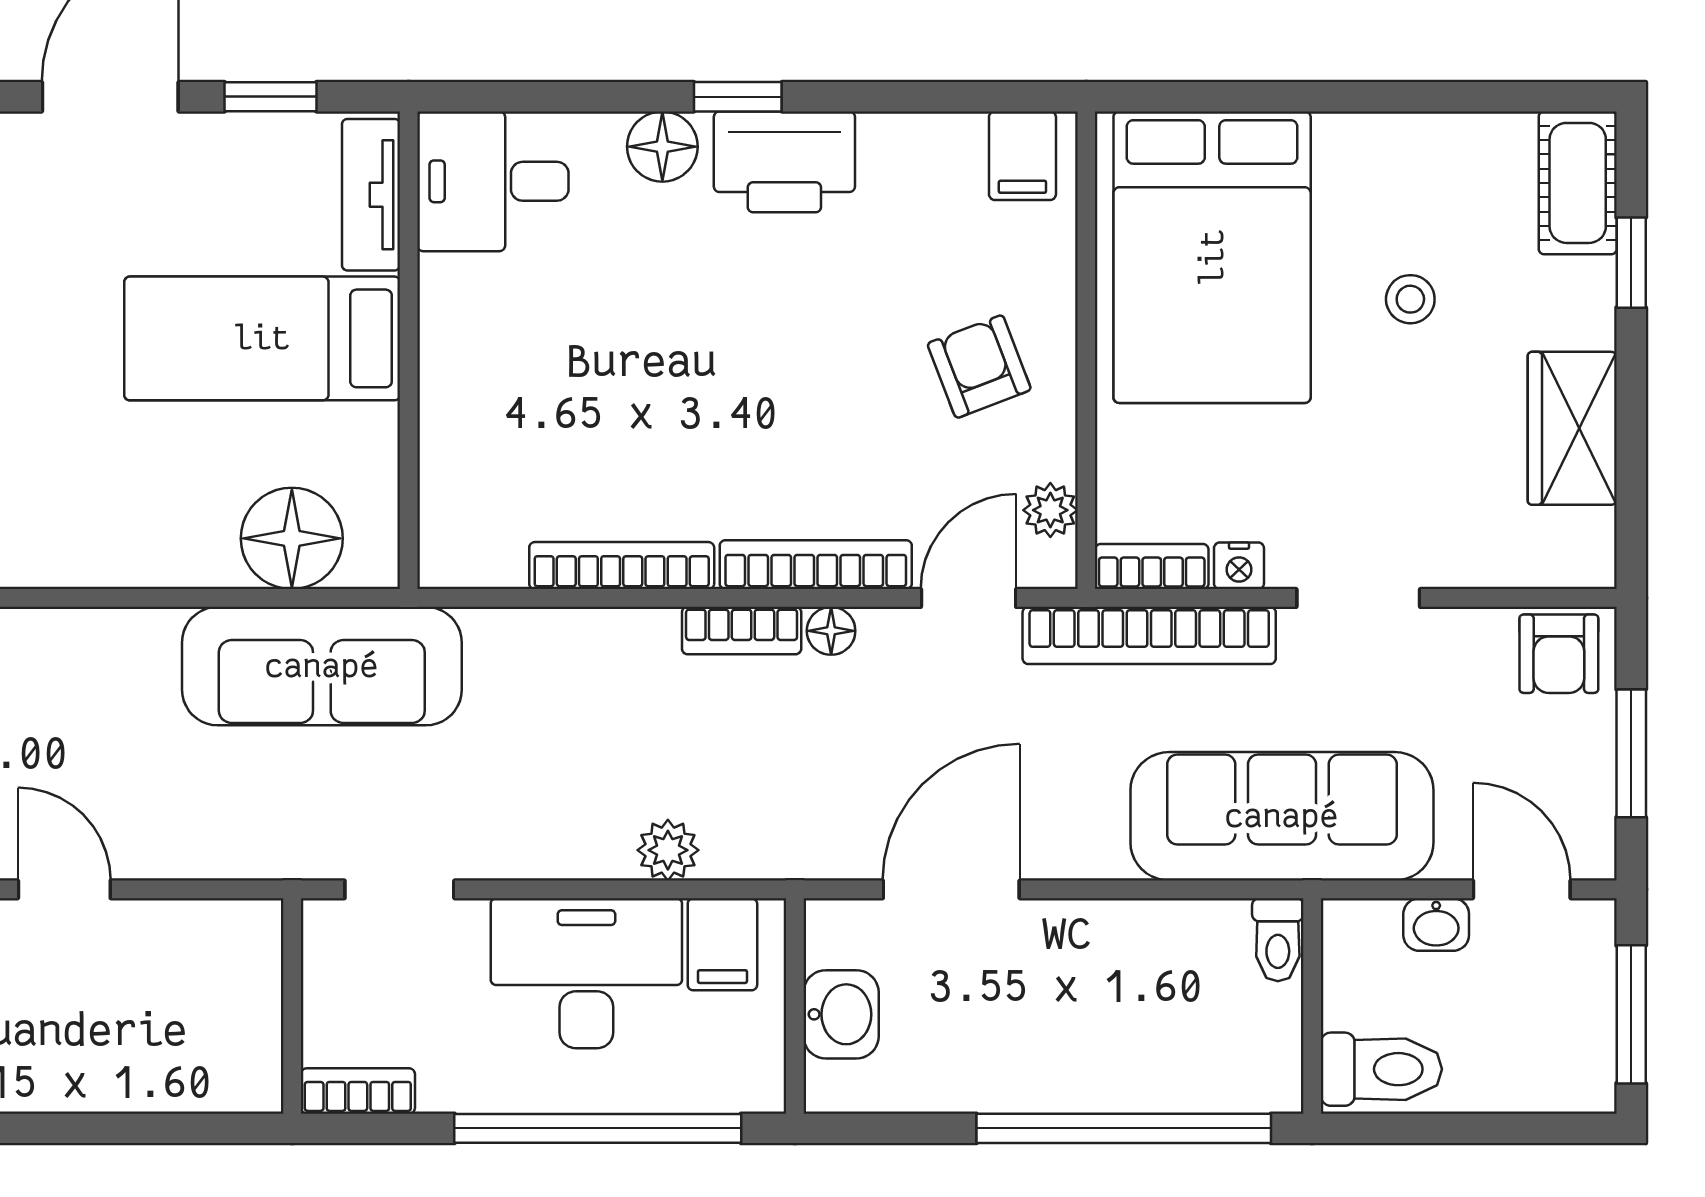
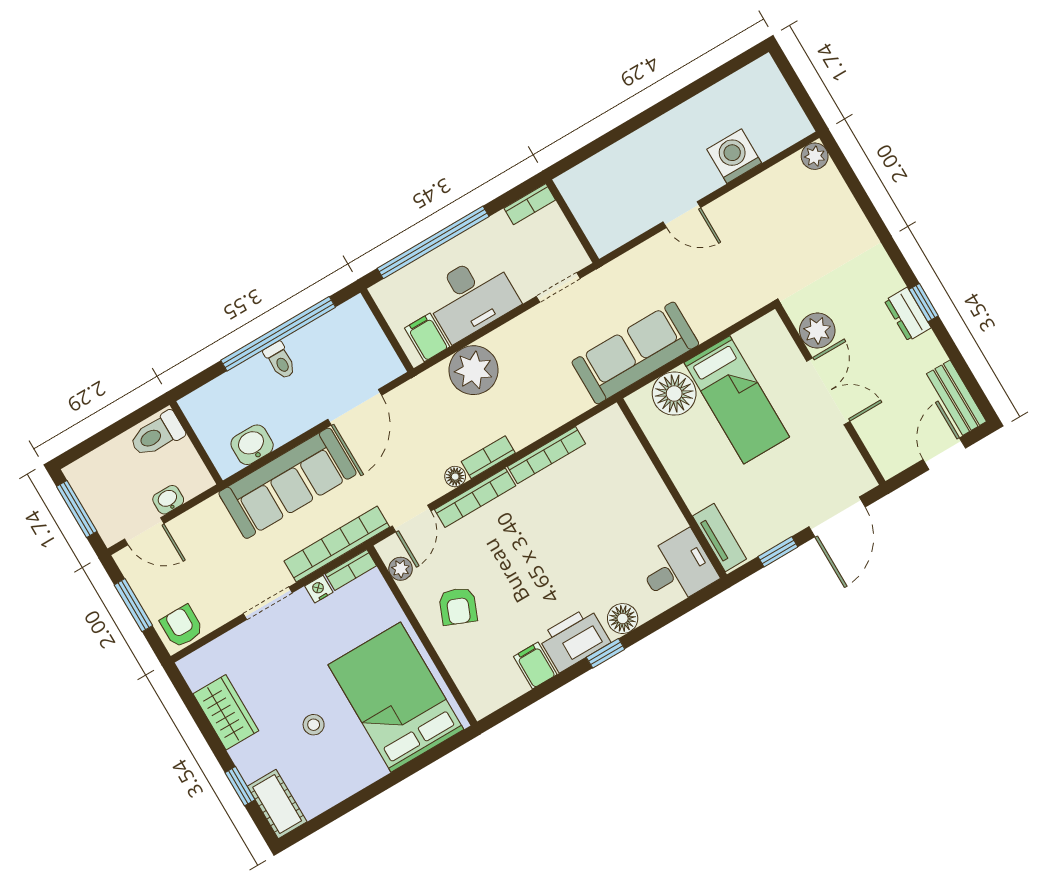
filing cabinet: (1022, 156) -> (535, 665), moved
bed: (262, 338) -> (737, 400), moved, turned 90
armchair: (979, 367) -> (458, 606), turned 43
sofa: (1282, 816) -> (288, 483), moved
plant: (668, 850) -> (473, 370), width x1.88, depth x1.88
toilet: (1278, 940) -> (280, 361), moved, turned 180
washbasin: (841, 1014) -> (252, 445), moved, turned 90
window: (1124, 1128) -> (278, 334), moved

